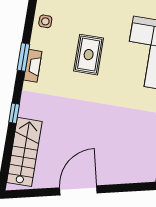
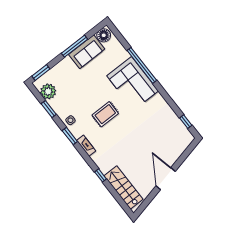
rug: (89, 55) -> (105, 114), turned 90
window: (23, 57) -> (70, 136), moved

